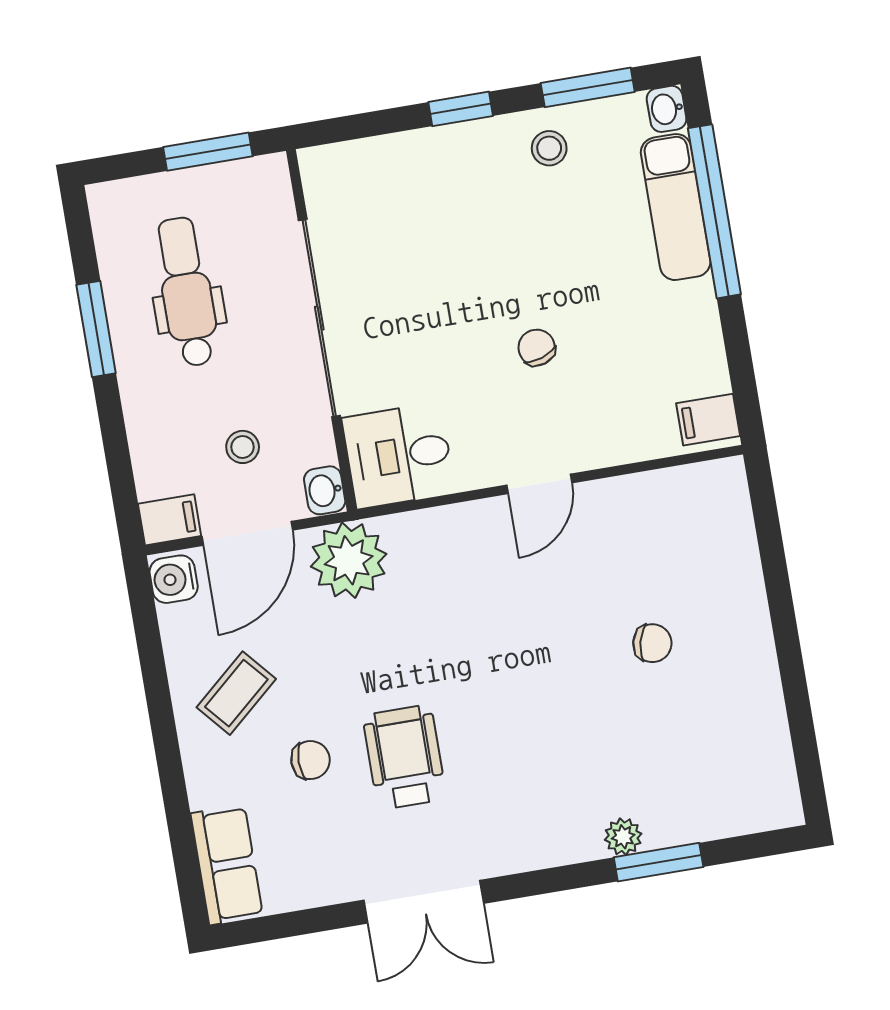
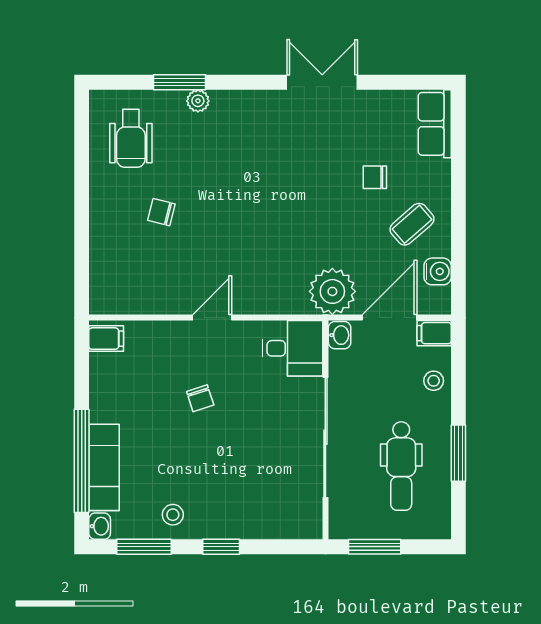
stool: (243, 447) -> (434, 381), moved
water cooler: (174, 579) -> (438, 271), moved
wheelchair: (404, 757) -> (131, 138), moved

